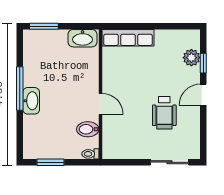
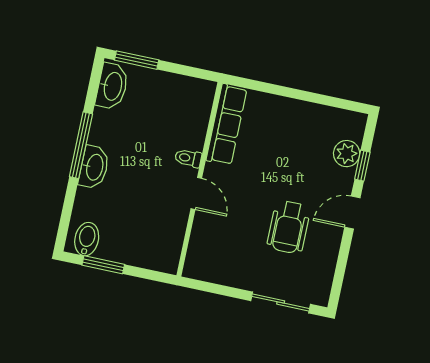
washbasin: (83, 38) -> (112, 86), moved, turned -90
row of seats: (128, 38) -> (227, 125), moved, turned -90
bidet: (88, 129) -> (87, 239), moved, turned 90
toilet: (90, 154) -> (188, 158), moved

